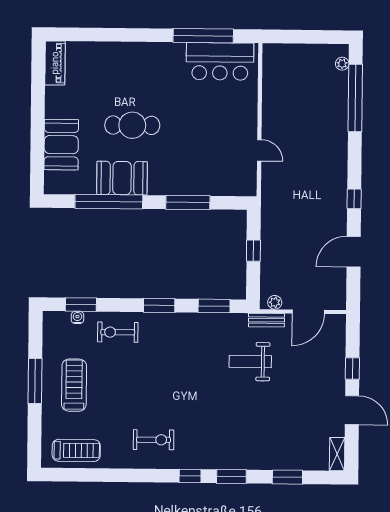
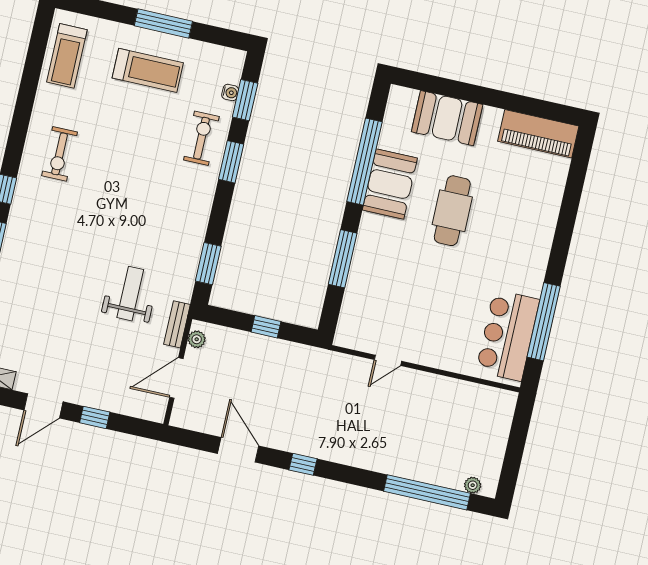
piano: (55, 63) -> (538, 134), width x1.37, depth x1.33
window: (159, 305) -> (231, 162), moved
door: (308, 312) -> (176, 378), hinge flipped

